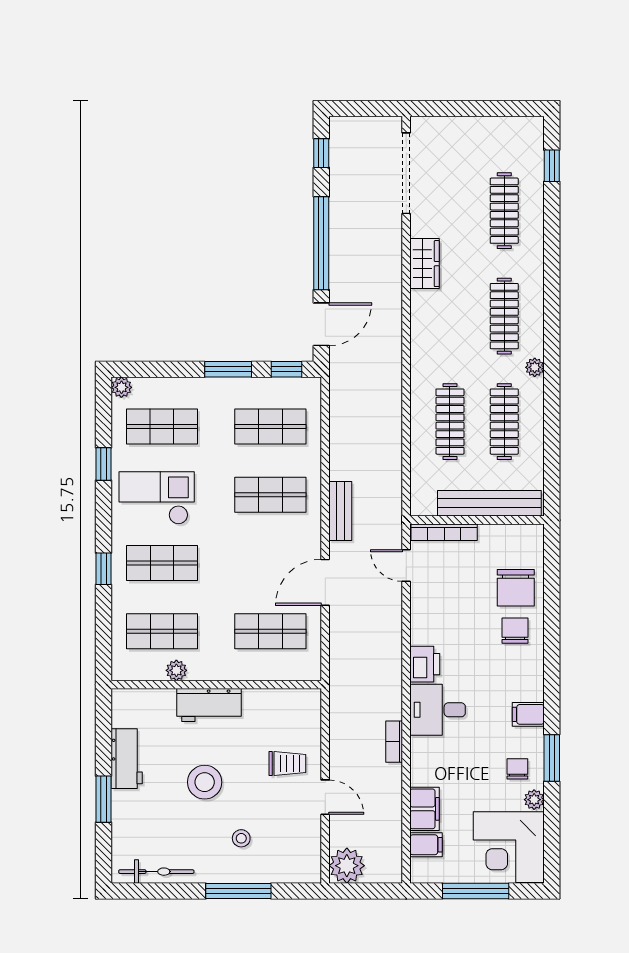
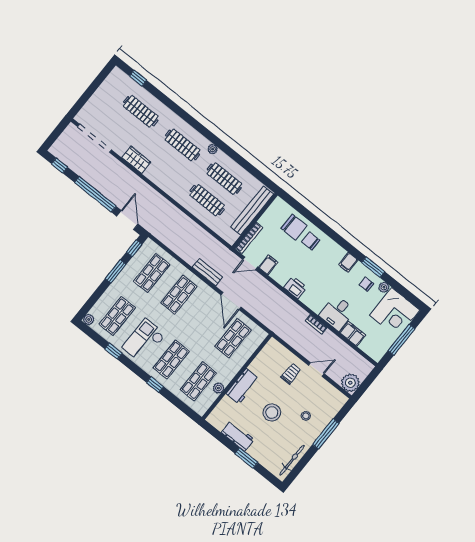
desk: (438, 710) -> (337, 313), moved
filing cabinet: (426, 845) -> (268, 265), moved

